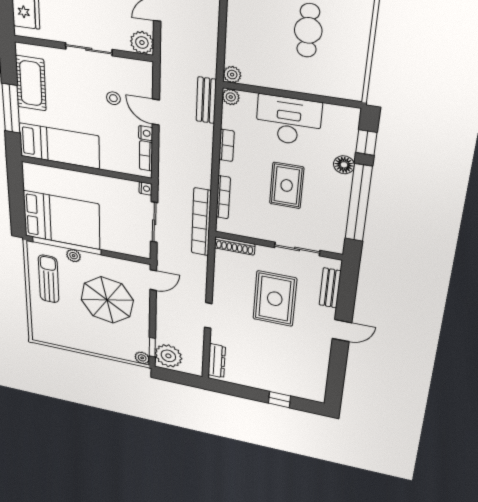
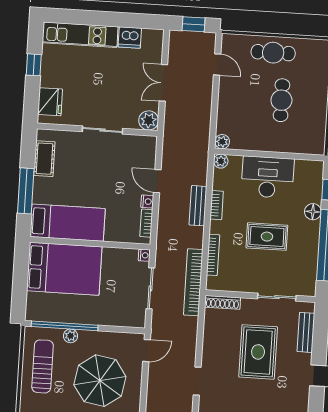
cot: (31, 83) -> (44, 159), width x0.73, depth x0.75
stool: (113, 98) -> (121, 172), removed
bench: (206, 100) -> (198, 206), moved
rug: (287, 185) -> (267, 237), turned 90
bed: (62, 220) -> (64, 269), moved

